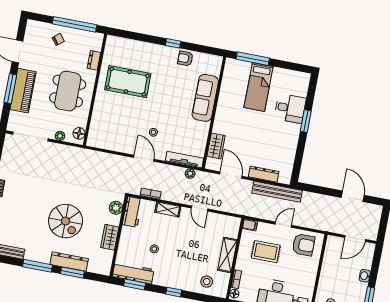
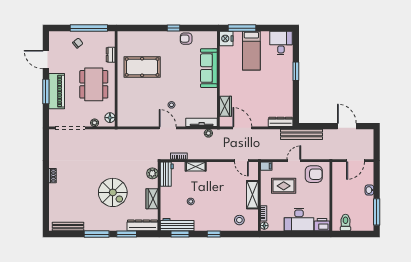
nightstand: (232, 67) -> (226, 38), added
desk: (290, 108) -> (281, 43), moved, turned -90
dresser: (264, 174) -> (281, 122), moved
bench: (277, 192) -> (301, 134), moved
door: (200, 209) -> (241, 161), moved
dresser: (69, 262) -> (142, 225), moved

